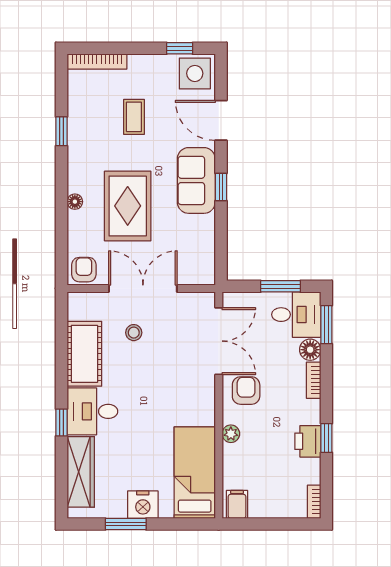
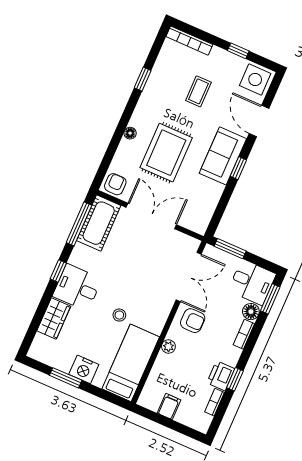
window: (180, 48) -> (238, 51), moved
window: (281, 286) -> (230, 249), moved
stool: (134, 333) -> (119, 315), moved
window: (62, 335) -> (79, 224), added
cot: (84, 354) -> (99, 223), moved
armchair: (246, 391) -> (193, 321), turned 90
window: (62, 423) -> (58, 271), moved
wardrobe: (81, 472) -> (54, 318), width x0.67
bookcase: (314, 502) -> (215, 402), moved
filing cabinet: (237, 504) -> (169, 407), moved

